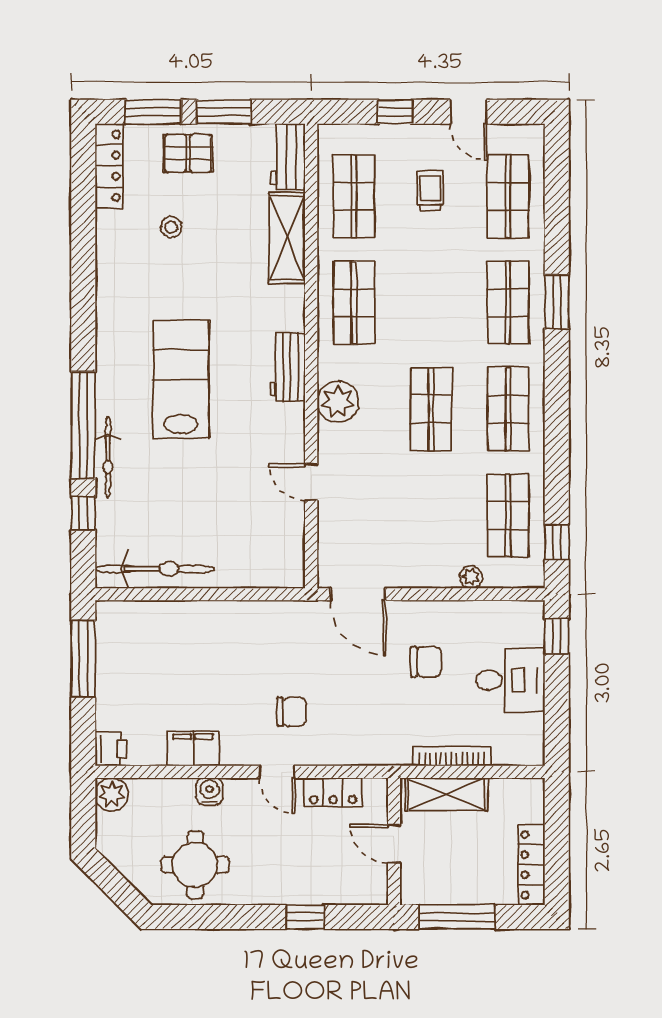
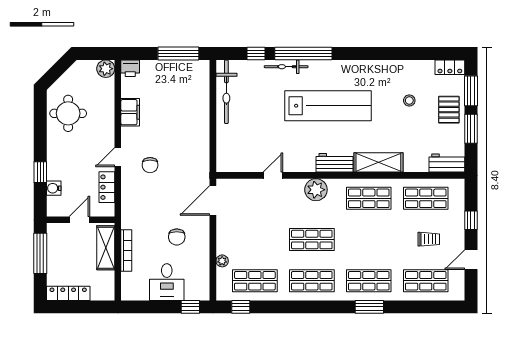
locker: (109, 166) -> (450, 67), width x0.66
shelving: (287, 238) -> (378, 162), moved
lab bench: (181, 379) -> (328, 106), width x1.36
water cooler: (210, 791) -> (54, 188), moved, turned 180

